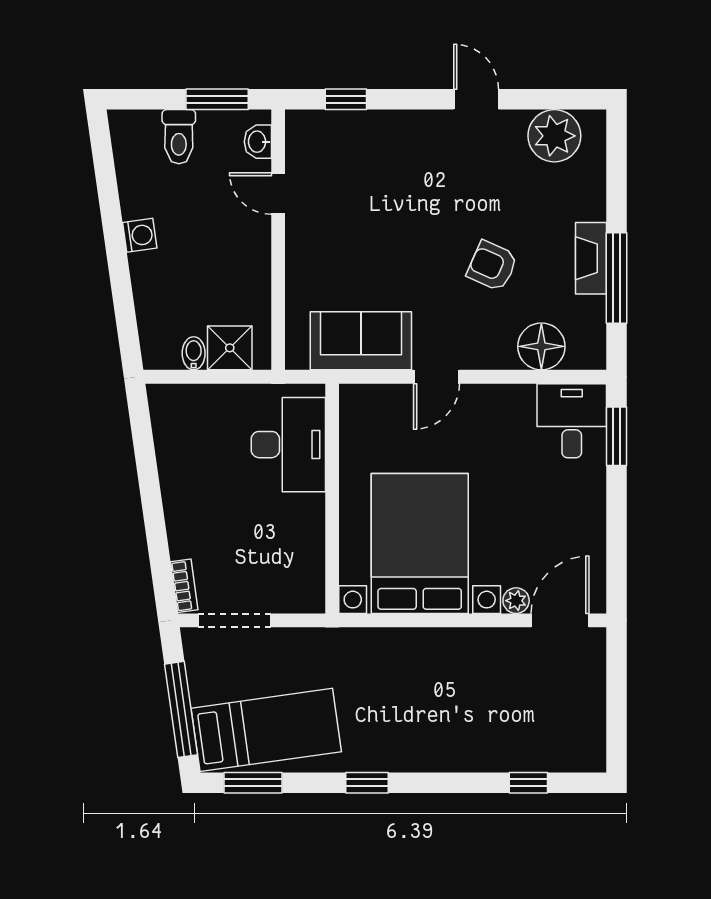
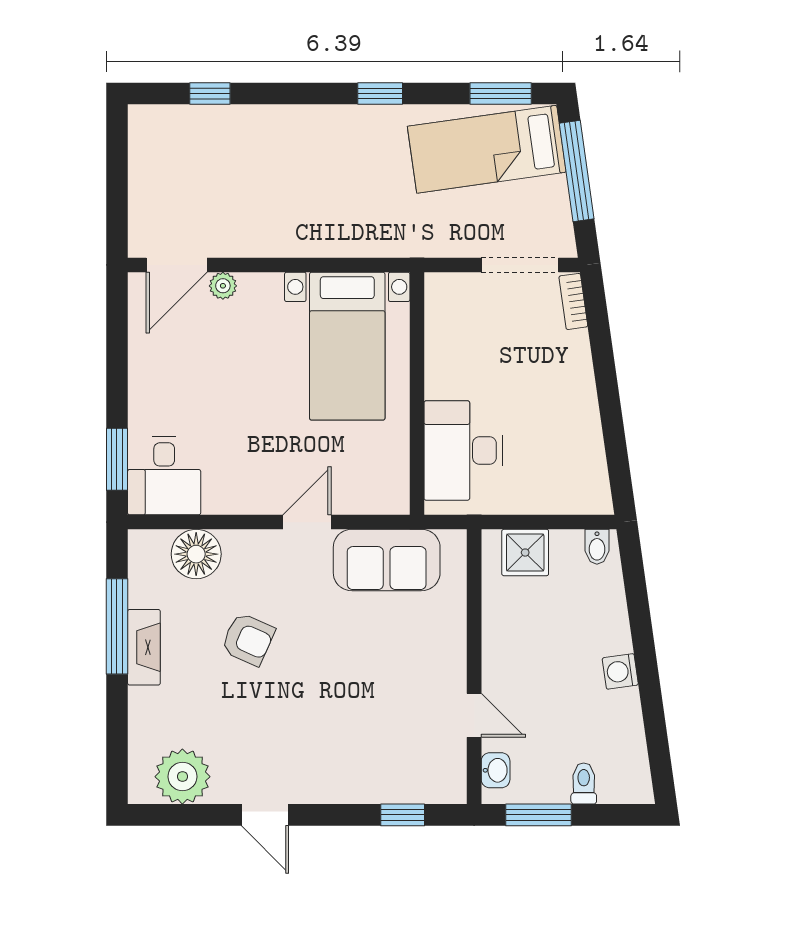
toilet: (179, 137) -> (584, 783), width x0.73, depth x0.72
bidet: (194, 353) -> (597, 547), moved
bed with nightstands: (420, 543) -> (347, 346), width x0.73

